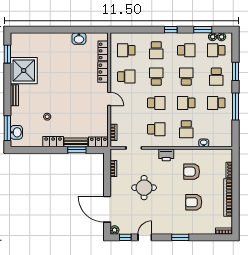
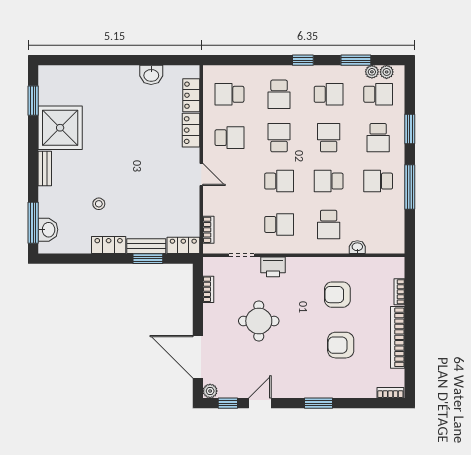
school desk: (216, 50) -> (378, 94), turned 180
printer: (166, 155) -> (273, 267), moved

